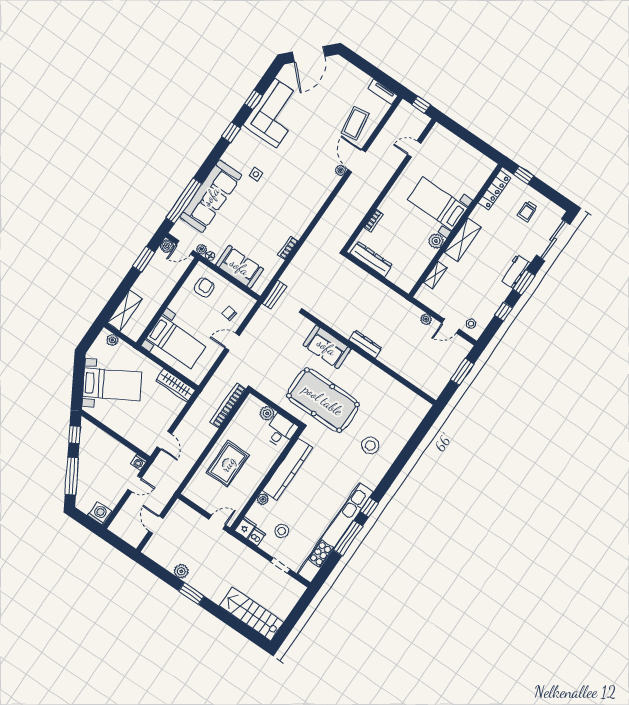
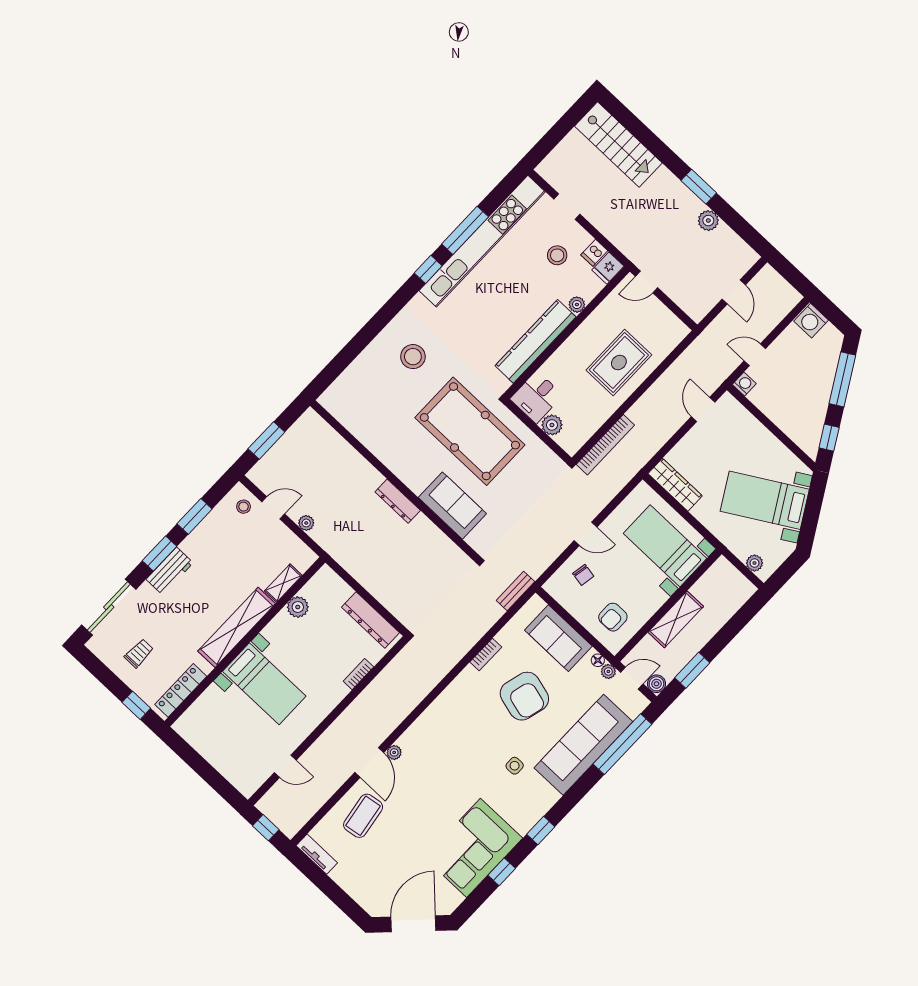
armchair: (257, 223) -> (524, 696), added
shelving: (463, 240) -> (237, 627), width x1.47
plant: (436, 241) -> (298, 607), moved
shelving: (125, 311) -> (676, 619), moved
window: (504, 312) -> (195, 516), width x1.50

